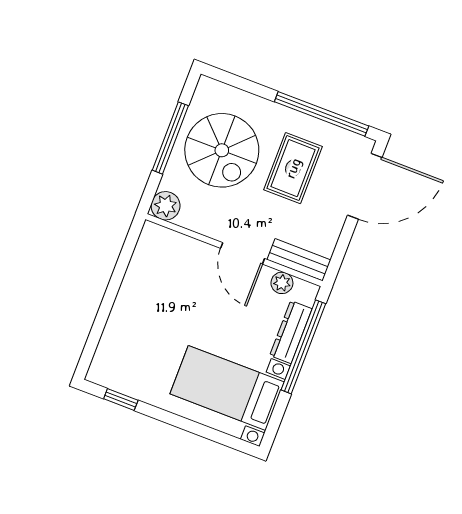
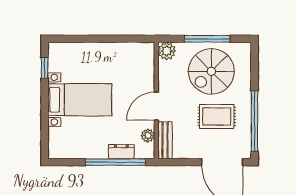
dresser: (291, 332) -> (121, 152), width x0.70
bed with nightstands: (227, 388) -> (80, 100), moved, turned 90

